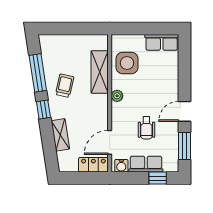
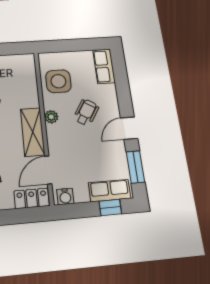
row of seats: (162, 42) -> (104, 66), moved, turned 90
shelving: (100, 72) -> (33, 132), moved
wheelchair: (146, 128) -> (86, 112), moved, turned -148
row of seats: (146, 164) -> (110, 191), moved

